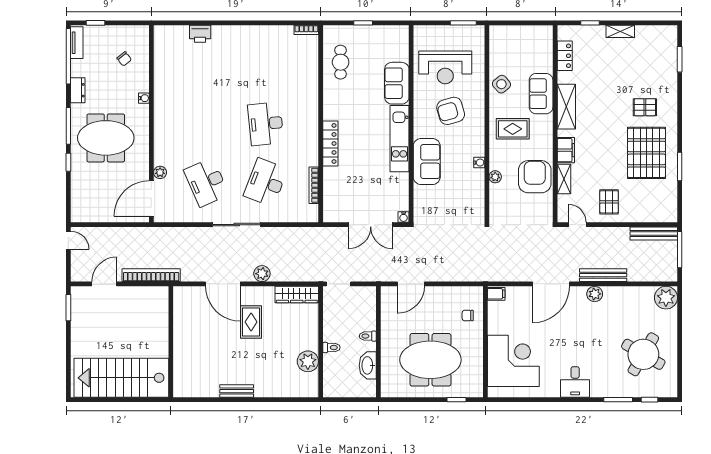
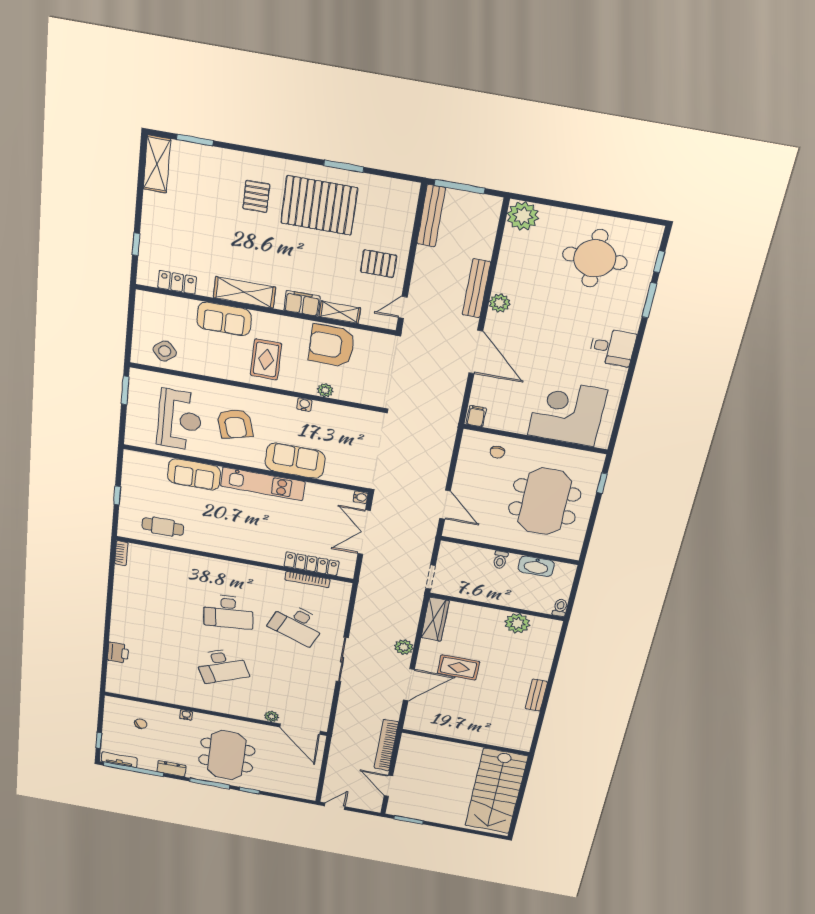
shelving: (620, 31) -> (157, 164), moved, width x1.50, depth x1.33
side table: (501, 84) -> (165, 351), moved
locker: (330, 143) -> (311, 564), moved
desk: (206, 182) -> (222, 666), moved
double door: (371, 225) -> (364, 532), swing flipped
toilet: (331, 347) -> (560, 608), moved
round table: (643, 354) -> (595, 258), turned -30

